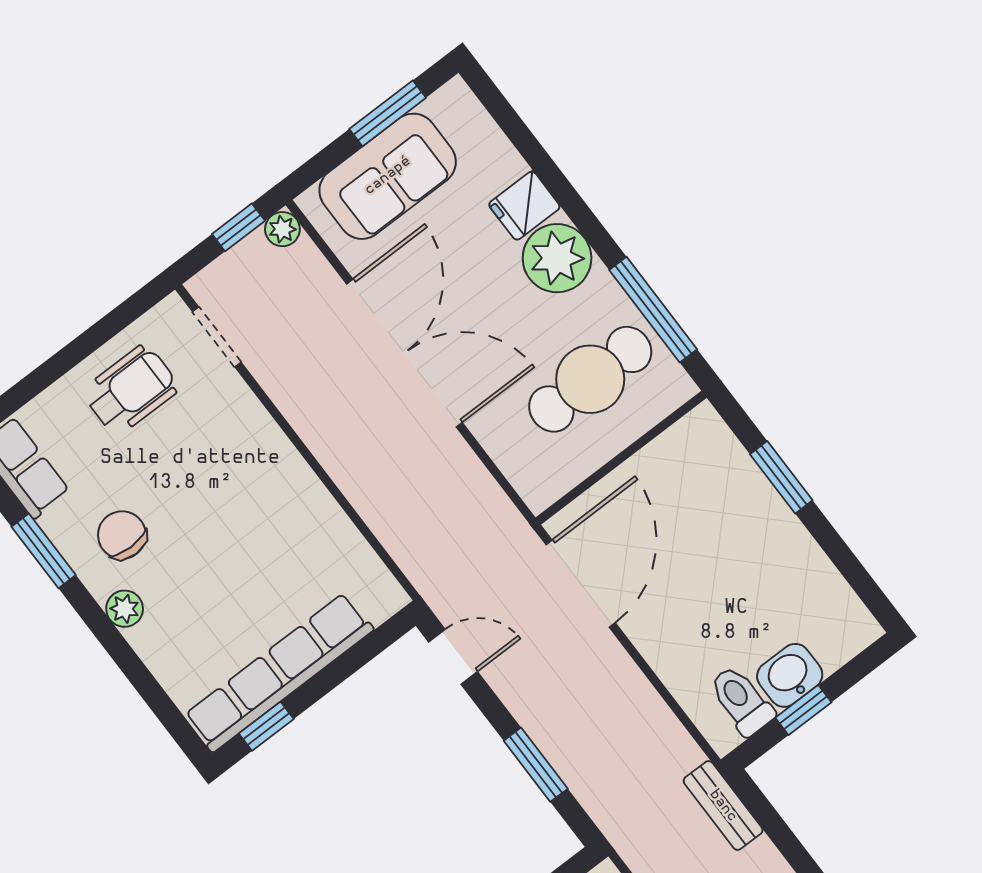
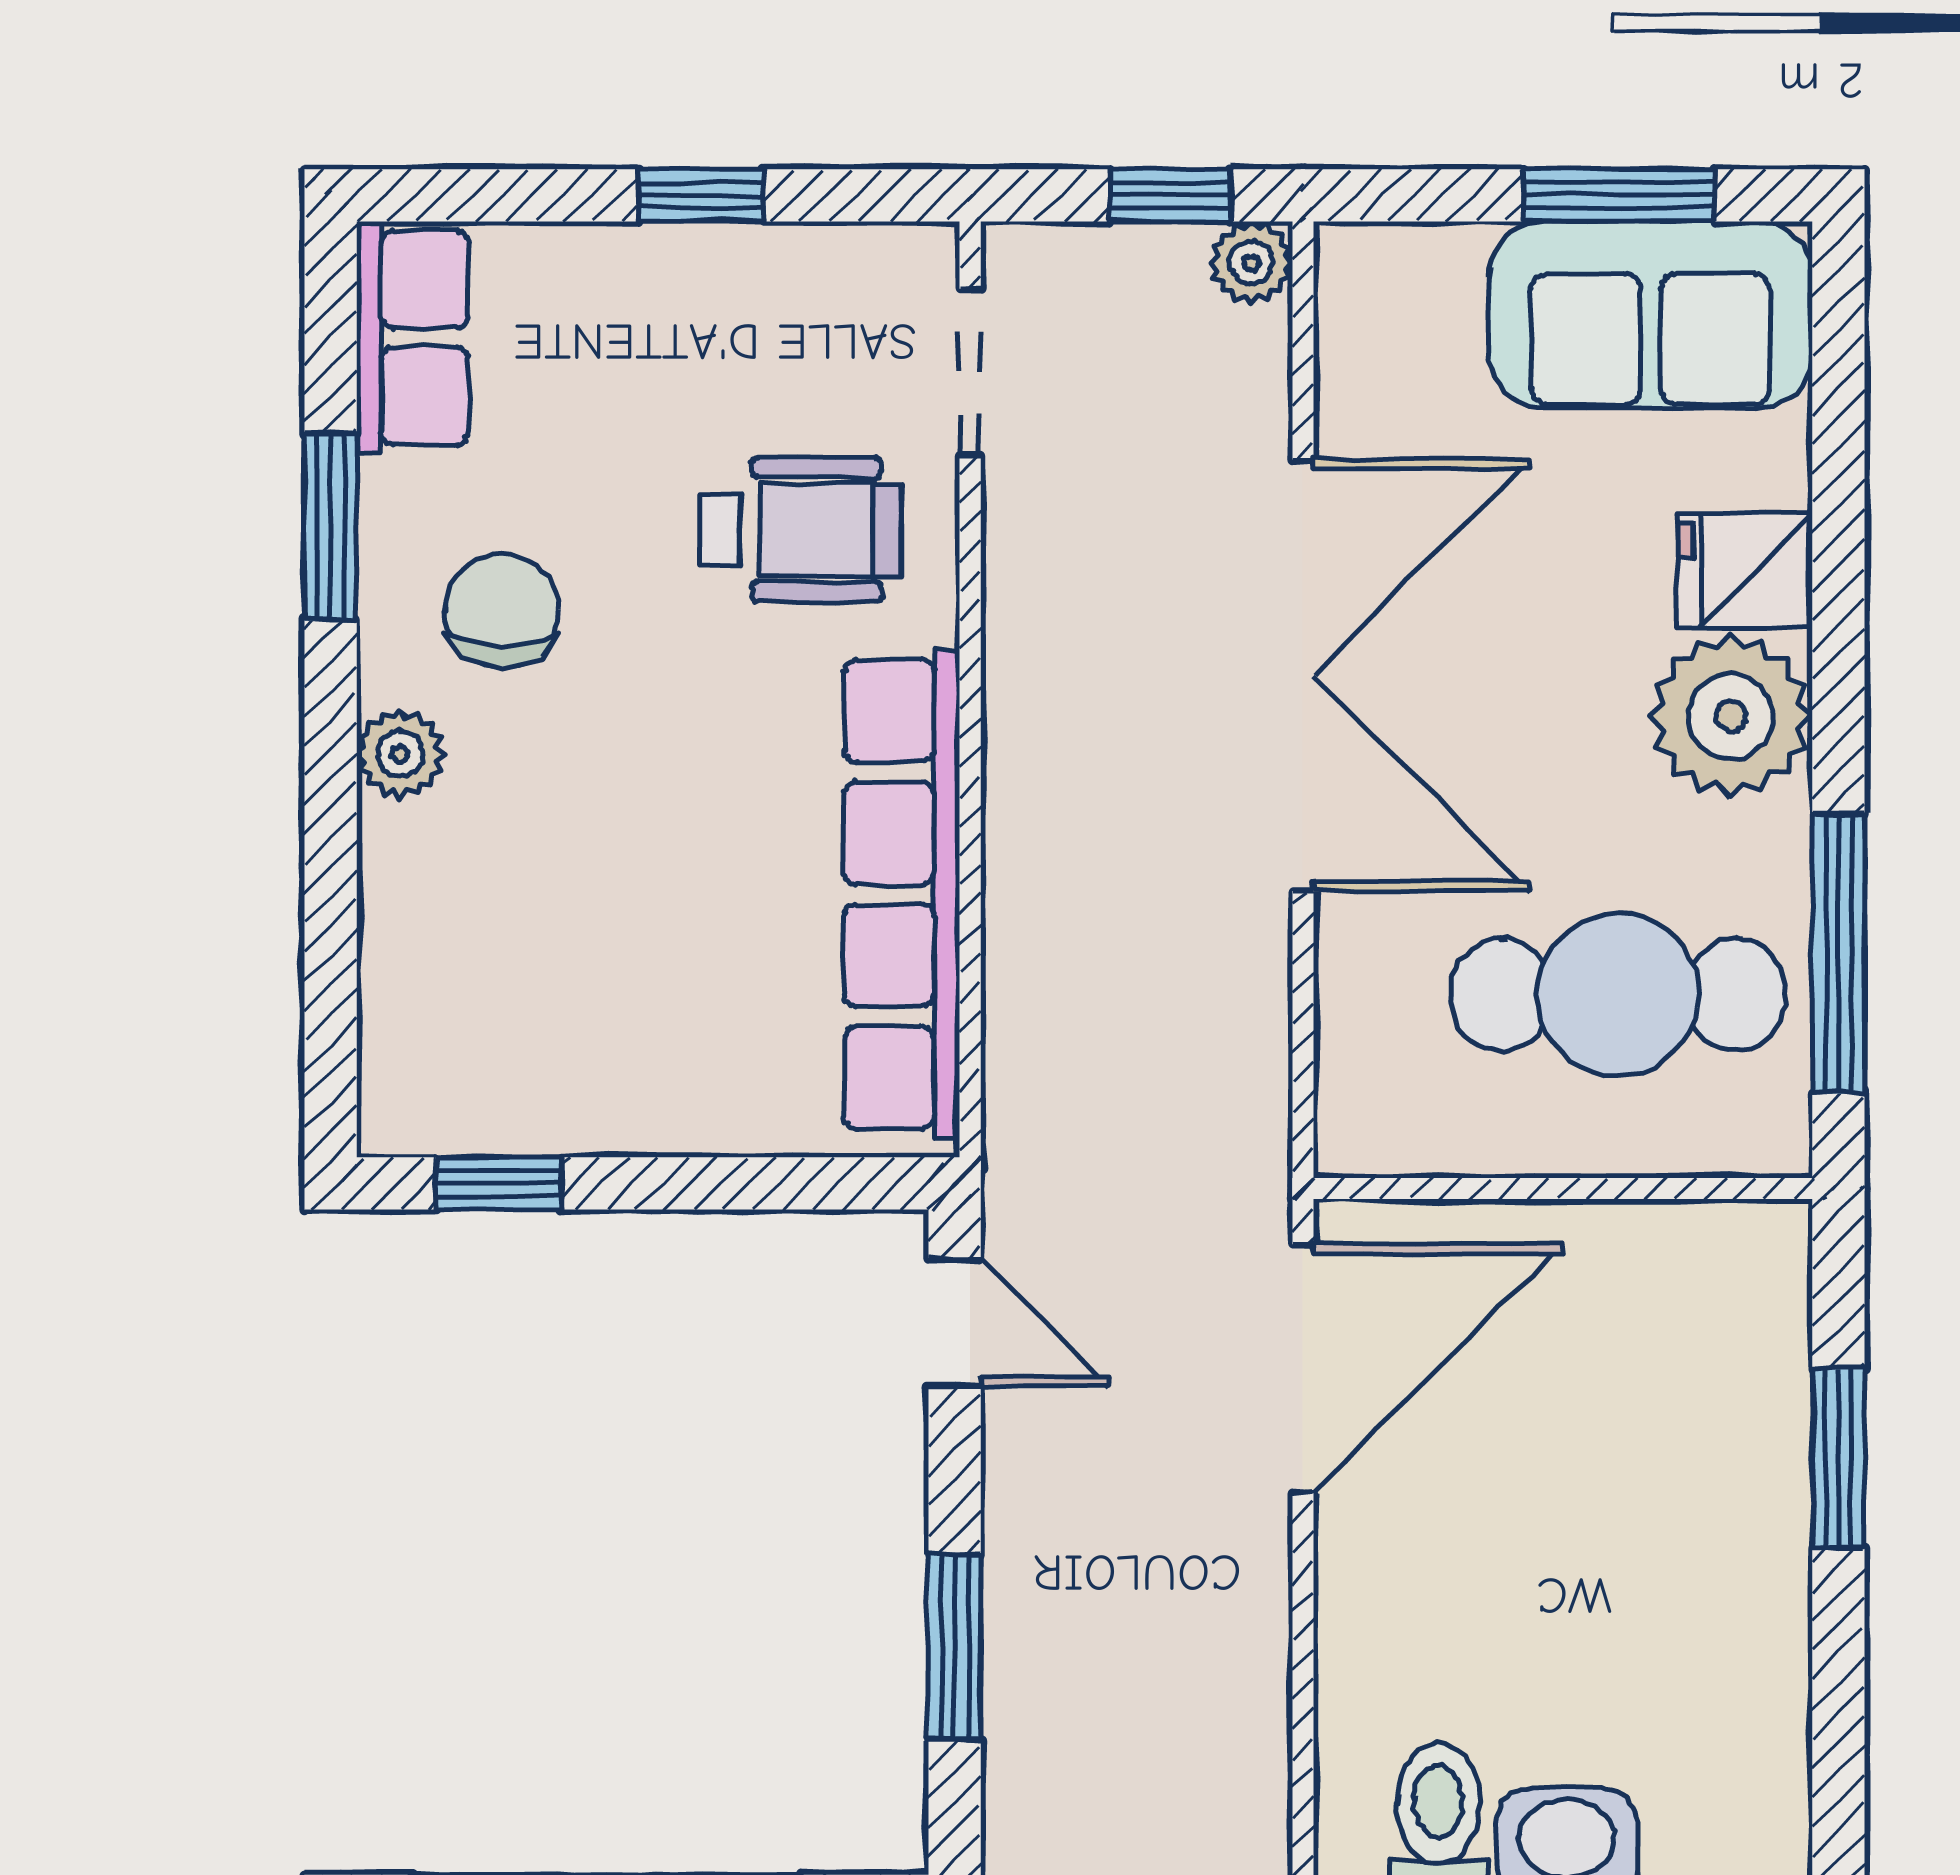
sofa: (388, 176) -> (1651, 315), moved
window: (82, 347) -> (701, 195), added
wheelchair: (131, 390) -> (800, 530), moved
row of seats: (279, 672) -> (902, 894), moved, turned -90

